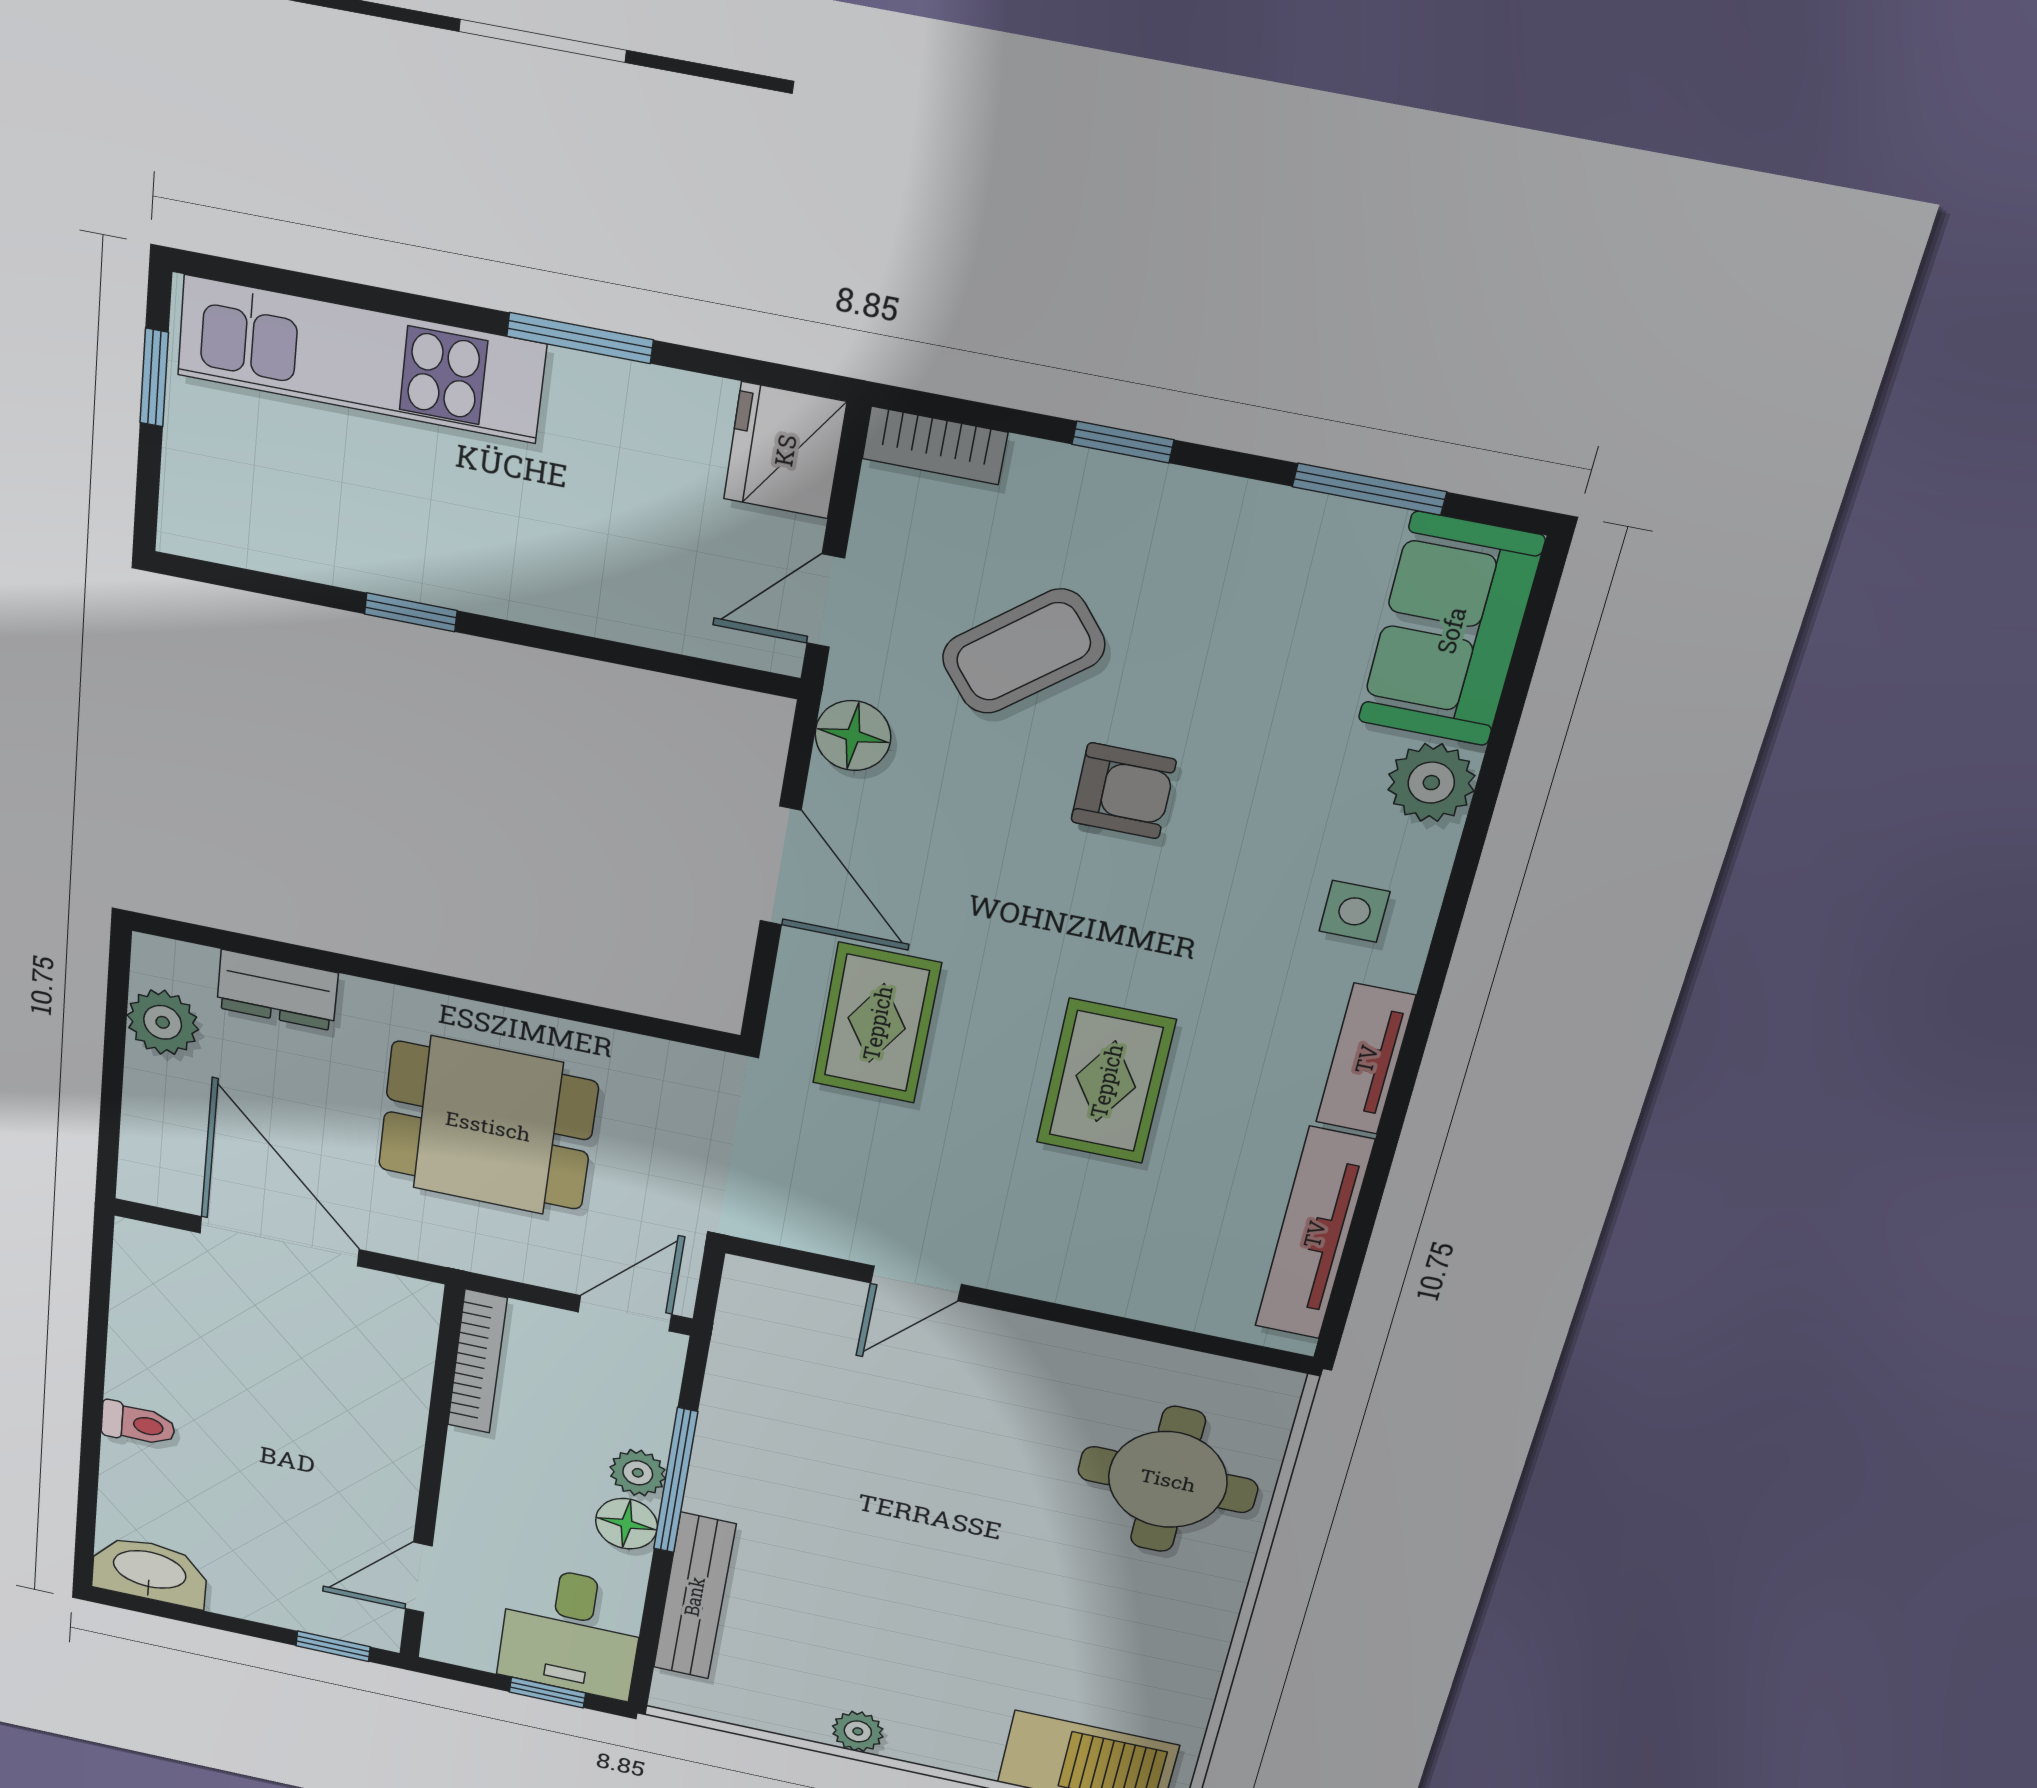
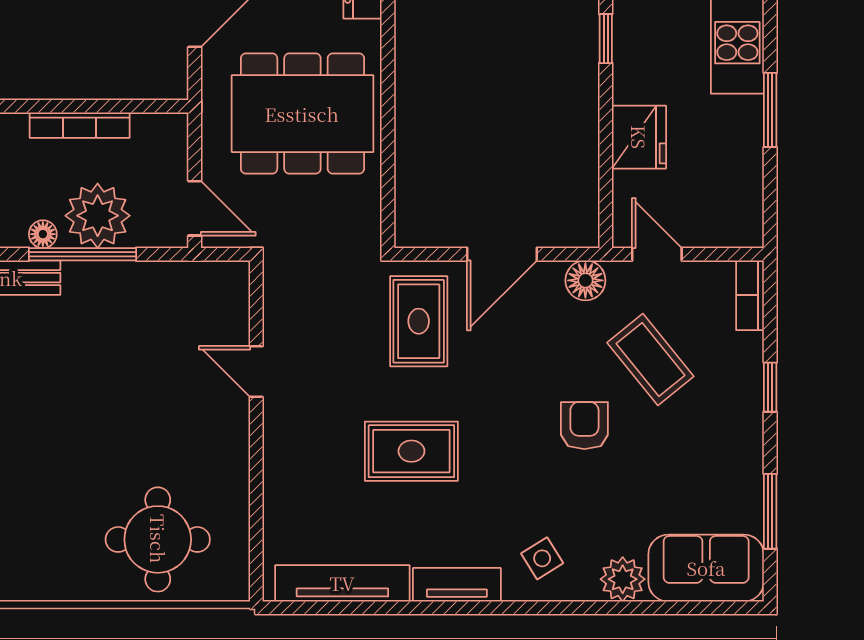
fridge: (785, 450) -> (639, 137), moved, turned 90
armchair: (1123, 791) -> (584, 426), turned 180
side table: (1354, 911) -> (542, 558), turned -32
rug: (877, 1023) -> (419, 321), turned 90
dining table: (488, 1126) -> (302, 114), width x1.38
bookcase: (477, 1362) -> (80, 125), moved
plant: (638, 1473) -> (98, 216), width x1.88, depth x1.88
floor lamp: (627, 1524) -> (43, 234), width x0.73, depth x0.73

